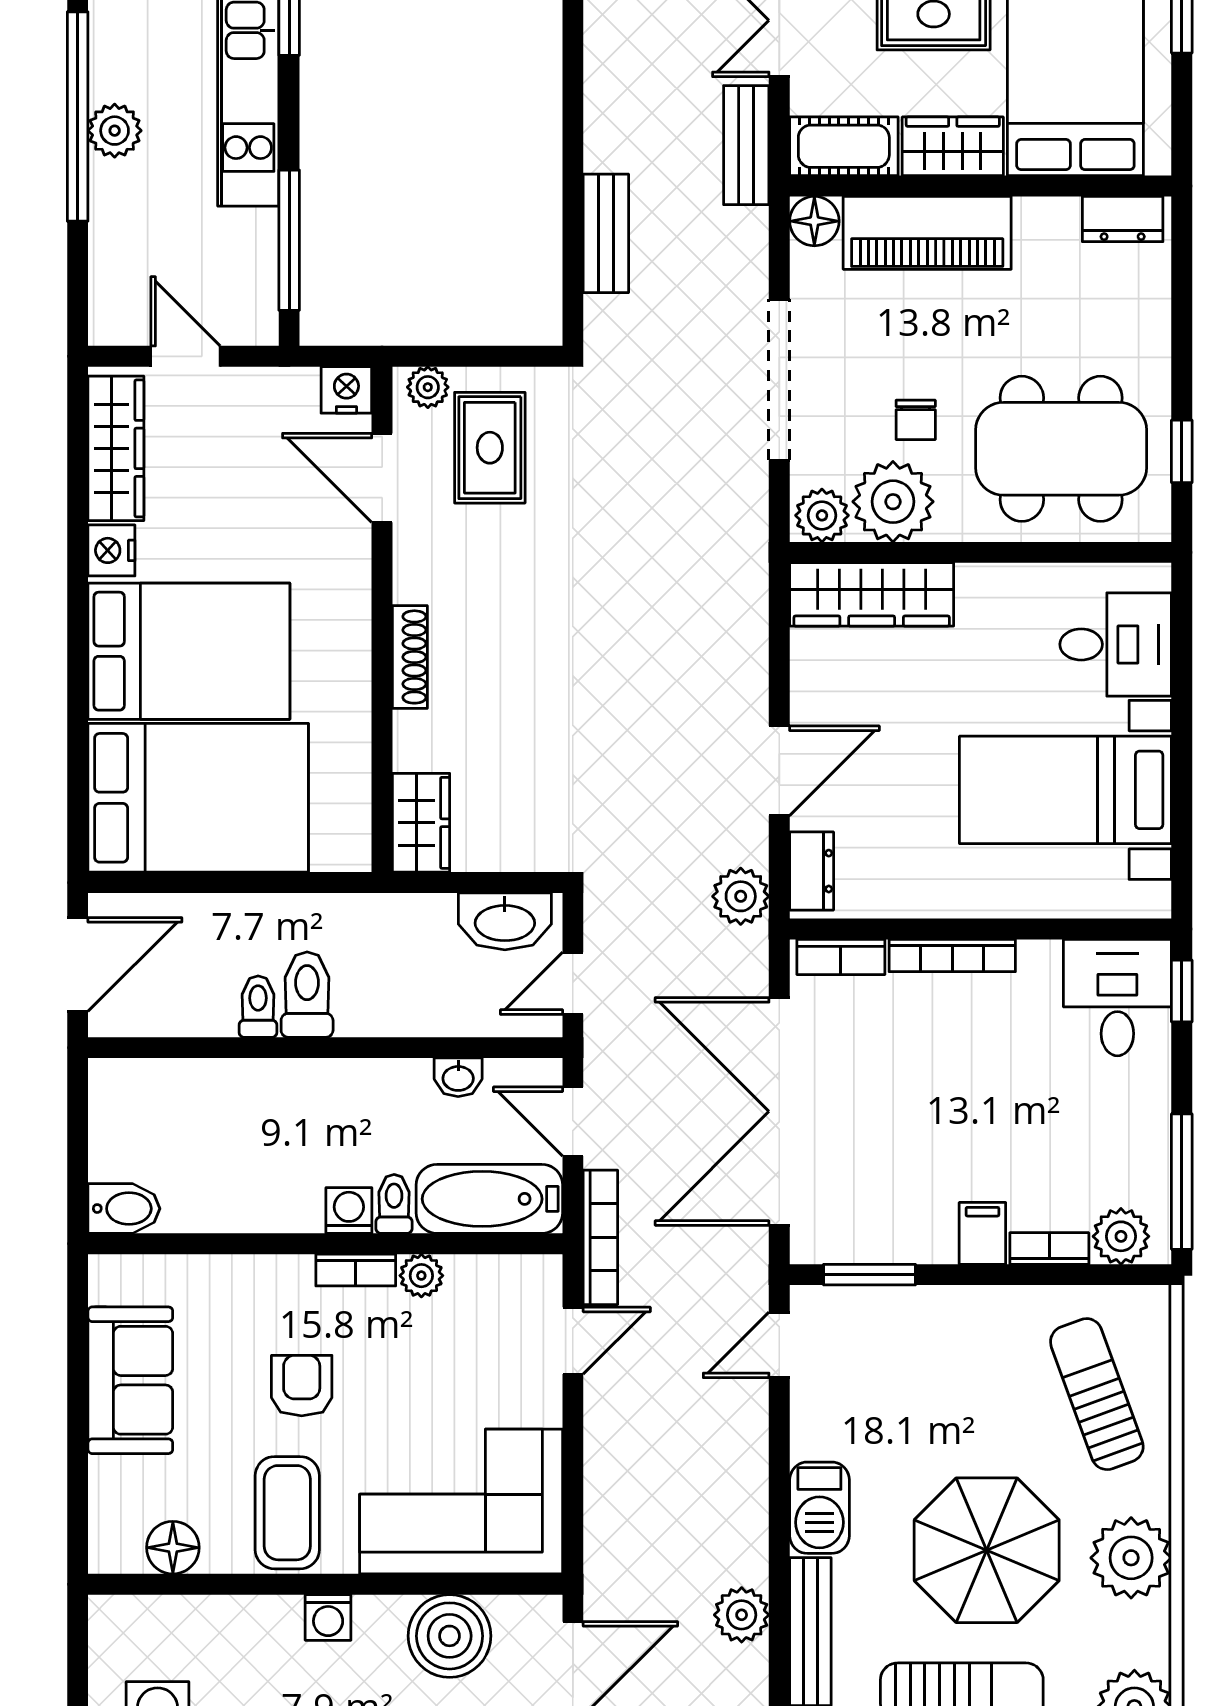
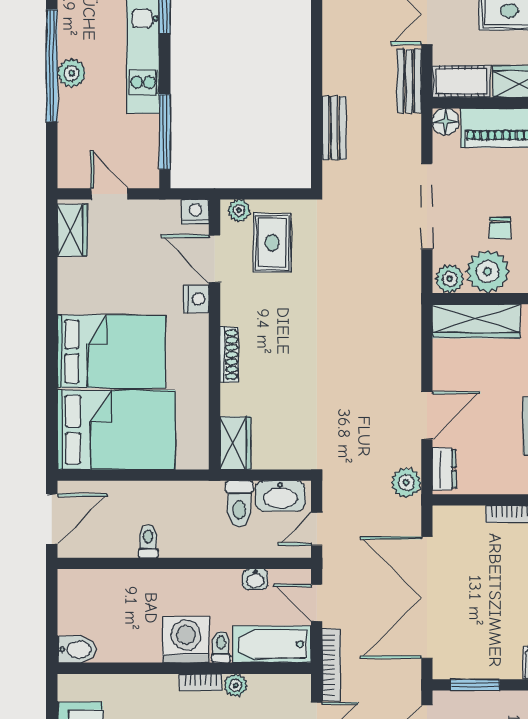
wardrobe: (116, 448) -> (72, 230), width x0.67
nightstand: (111, 550) -> (196, 299), moved, turned 180
bookcase: (841, 957) -> (460, 515), removed
toilet: (307, 995) -> (239, 504), moved, turned 180
washing machine: (349, 1210) -> (186, 640), width x1.89, depth x1.89

